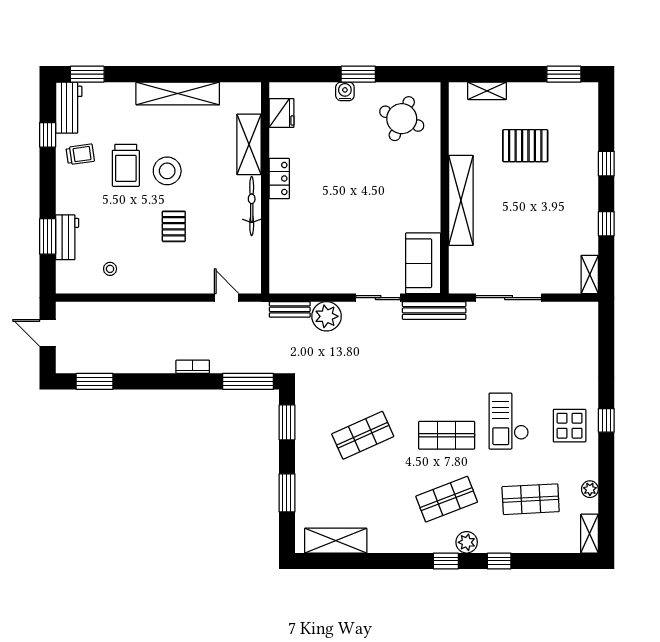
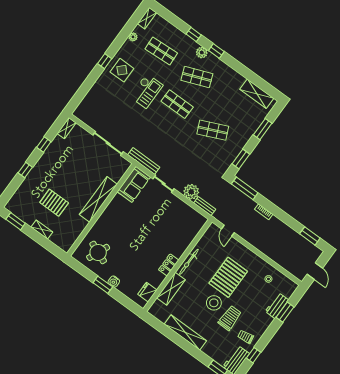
shelving: (487, 91) -> (42, 229), moved
pallet: (174, 226) -> (228, 277), width x2.05, depth x2.00

